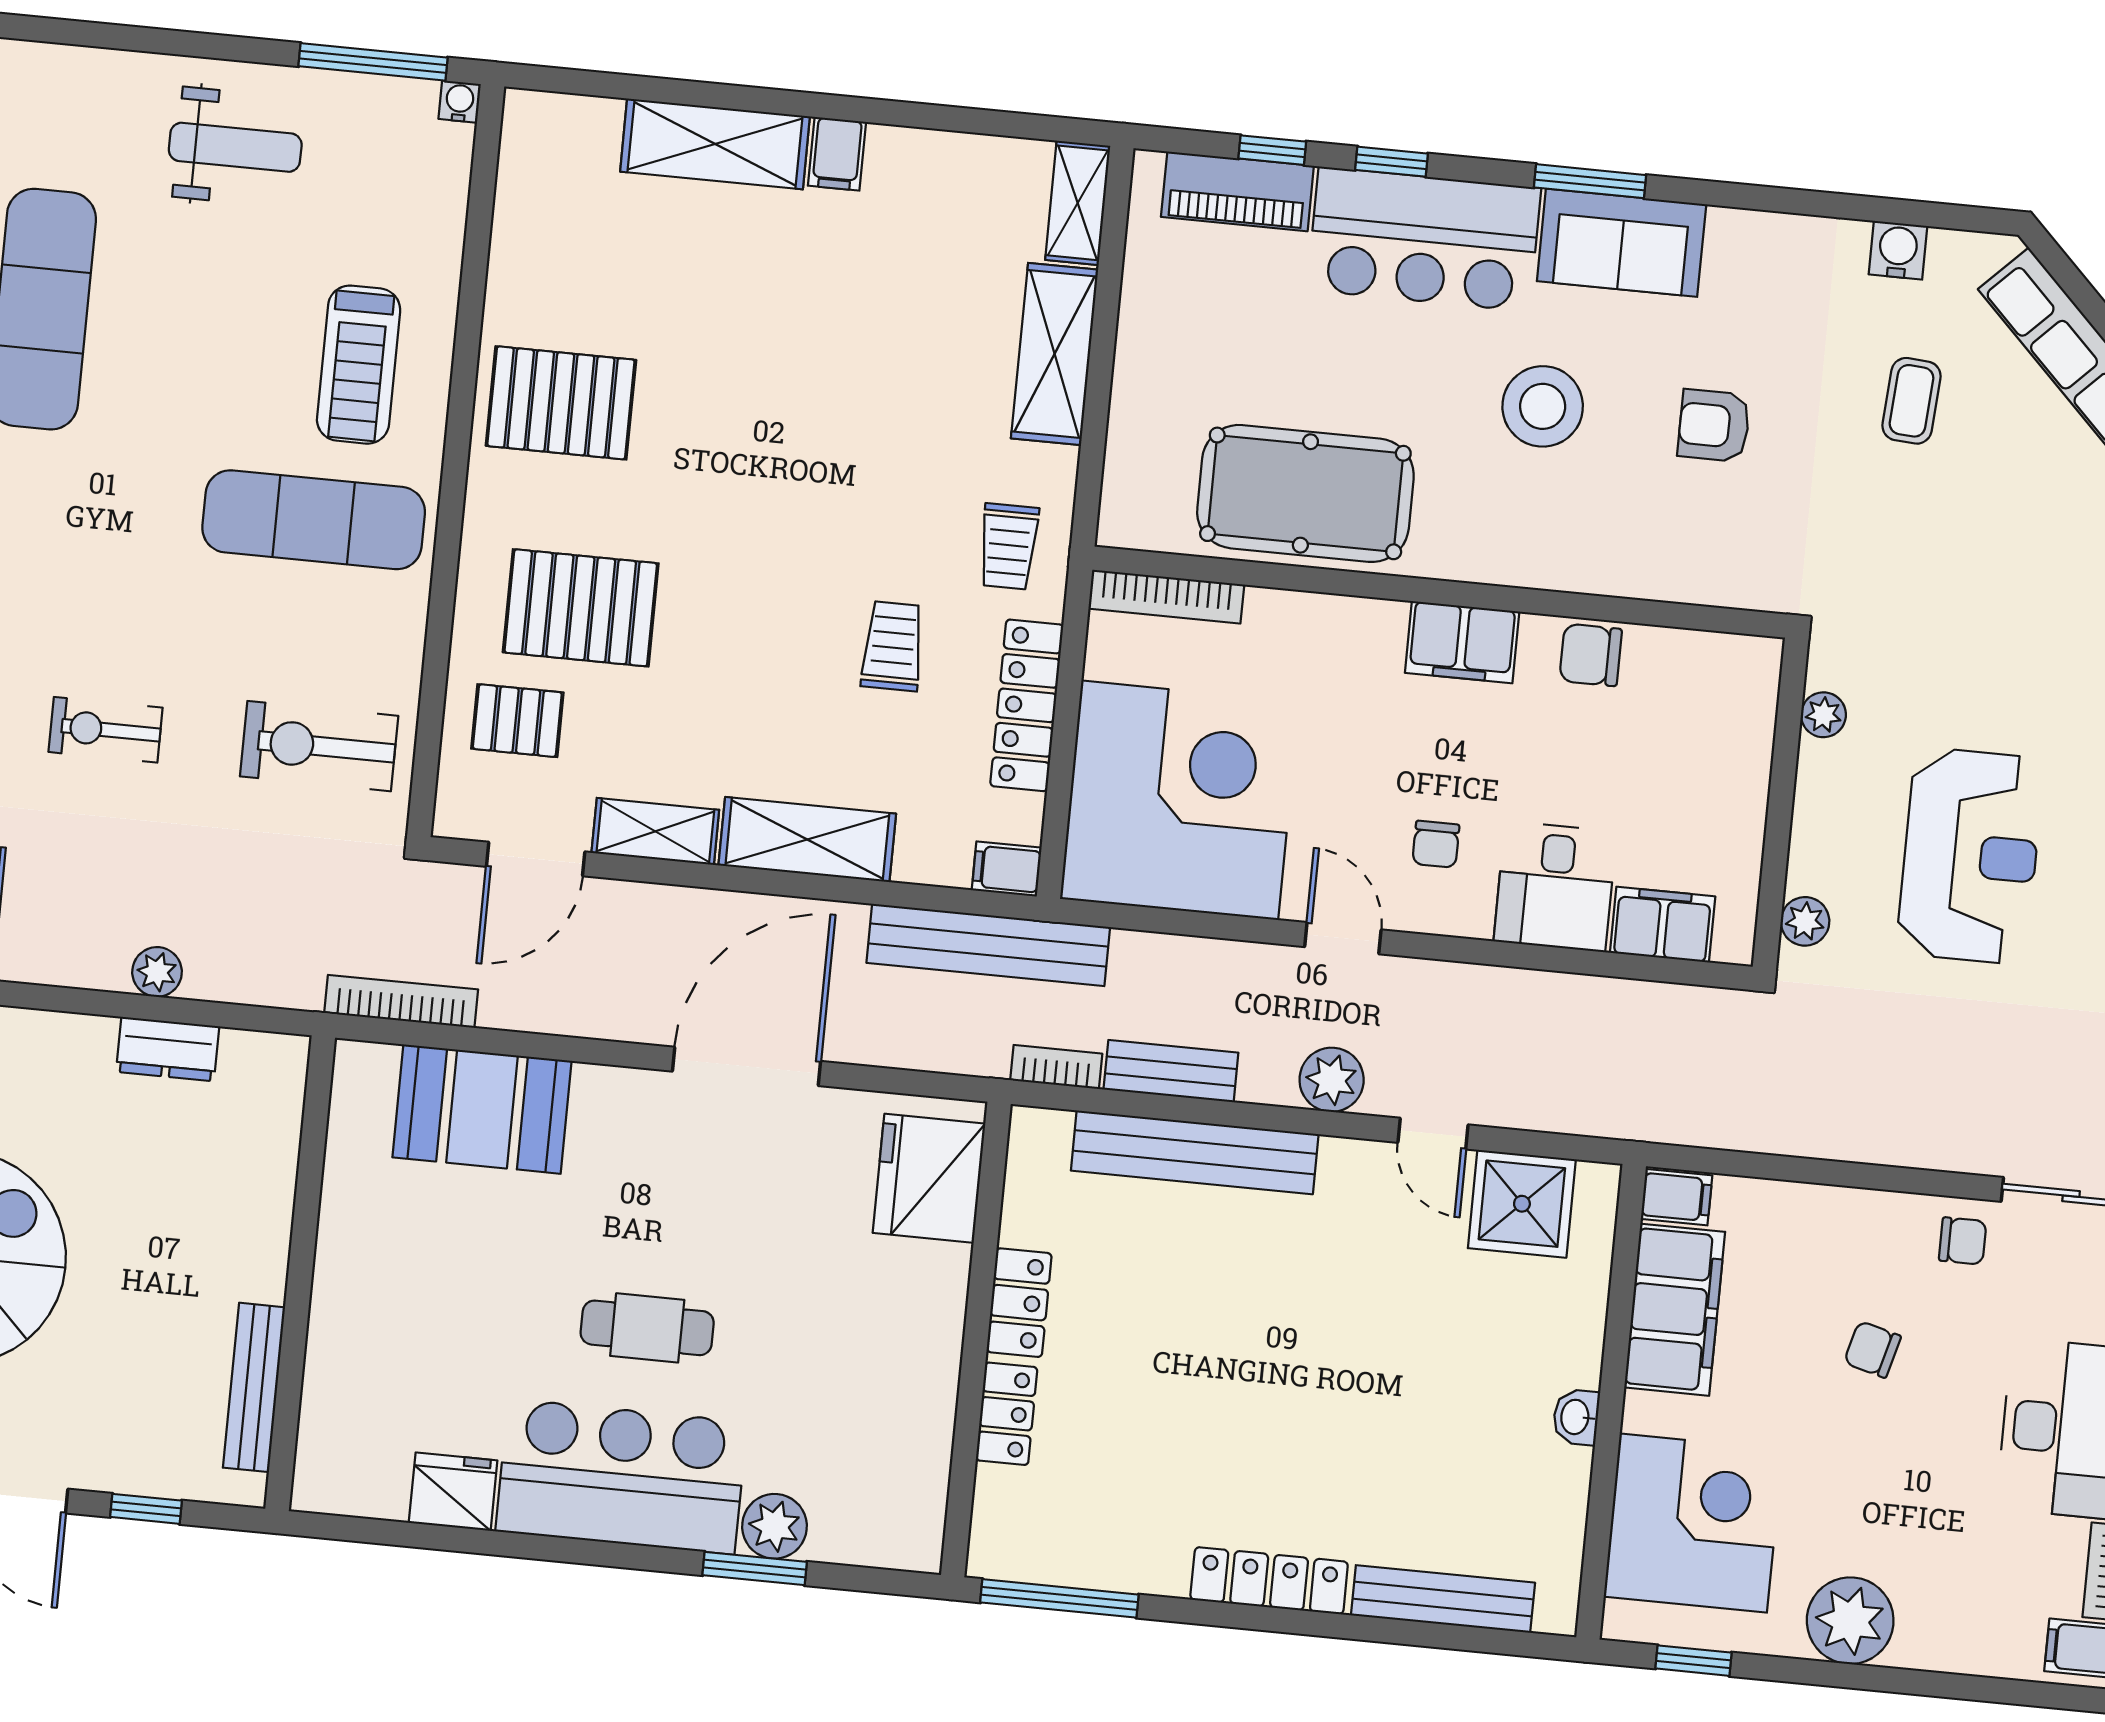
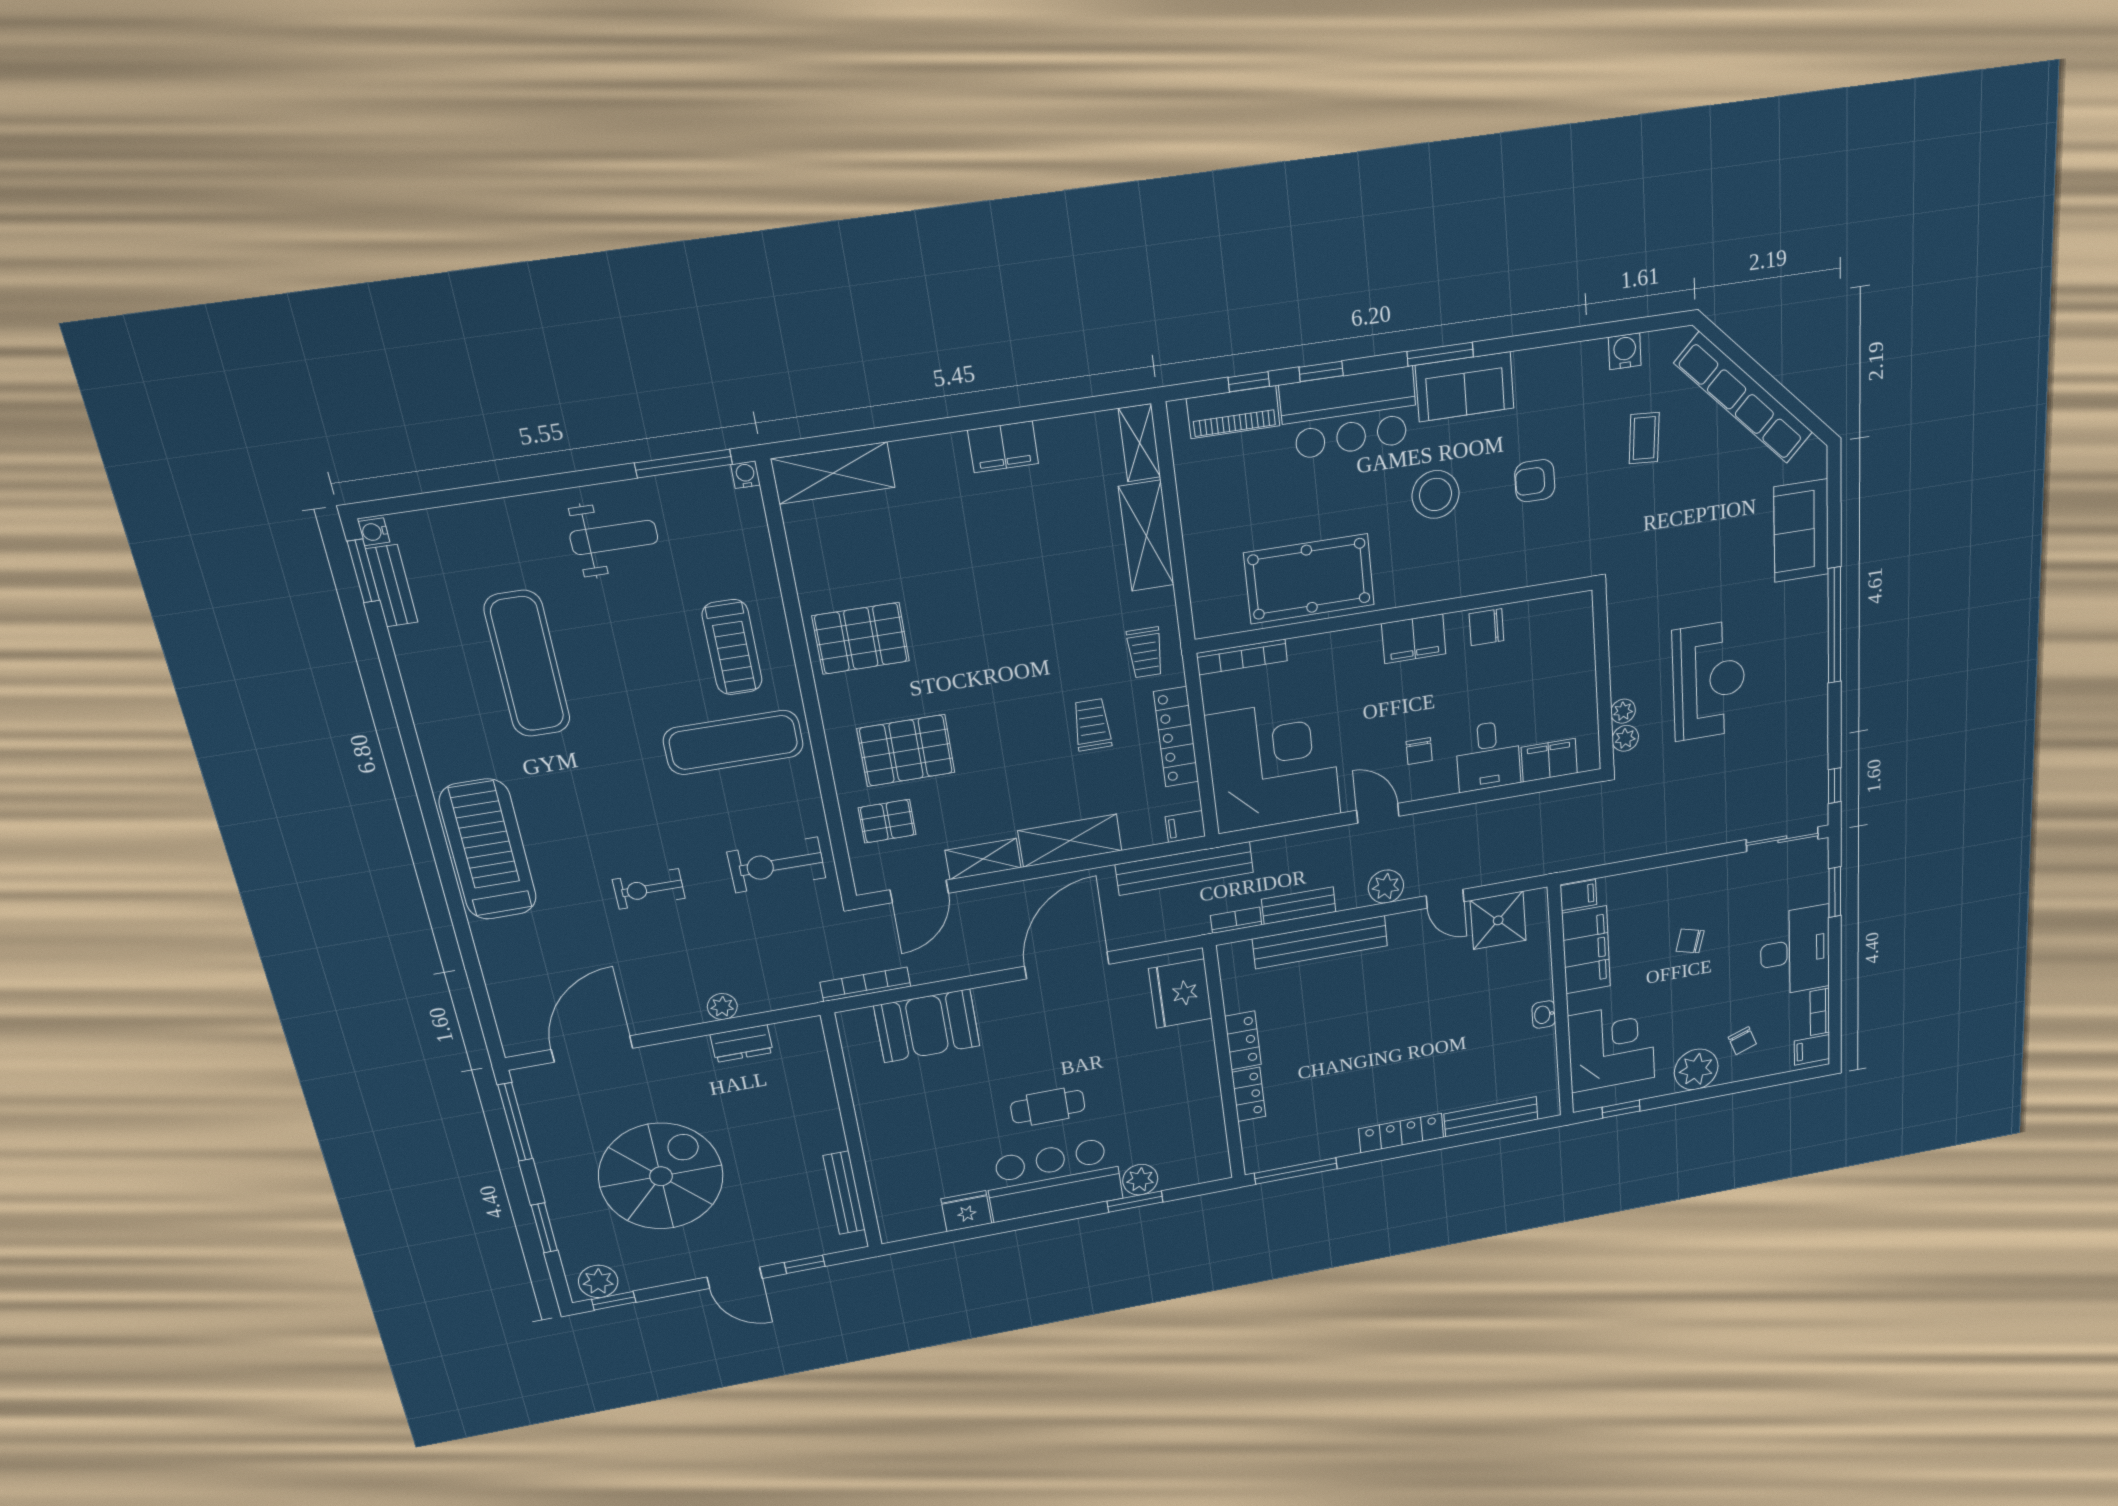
shelving: (715, 144) -> (833, 473), moved
filing cabinet: (837, 154) -> (1003, 447), width x2.00
plant: (1823, 715) -> (1623, 711), moved
chair: (1963, 1241) -> (1742, 1041), moved, turned 70

